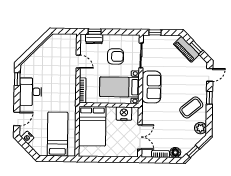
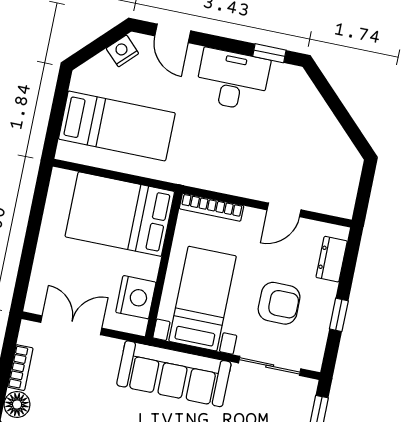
window: (95, 32) -> (339, 315), moved
armchair: (116, 56) -> (279, 303), turned -90
sofa: (151, 87) -> (174, 374), width x1.36
double door: (140, 137) -> (71, 325), swing flipped

